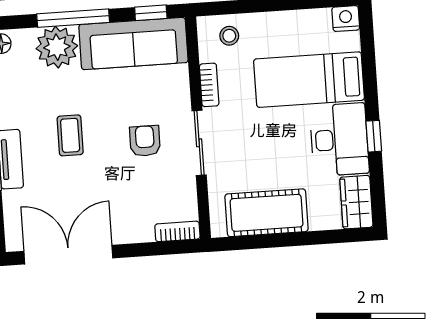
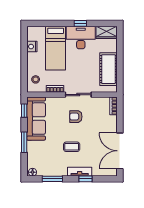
window: (73, 18) -> (24, 142), width x0.69
nightstand: (346, 19) -> (32, 47), moved
plant: (57, 47) -> (35, 150), removed

